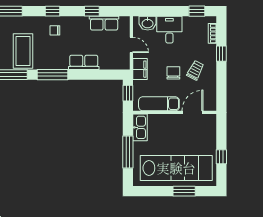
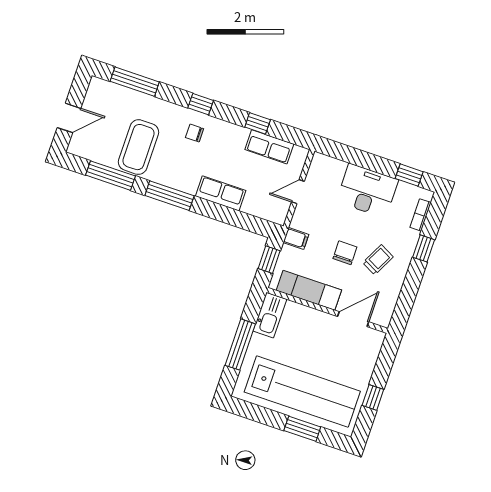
washbasin: (148, 23) -> (332, 168), removed
desk: (169, 30) -> (367, 191), width x1.37
door: (131, 45) -> (298, 192), swing flipped
filing cabinet: (140, 69) -> (296, 238), width x0.50

